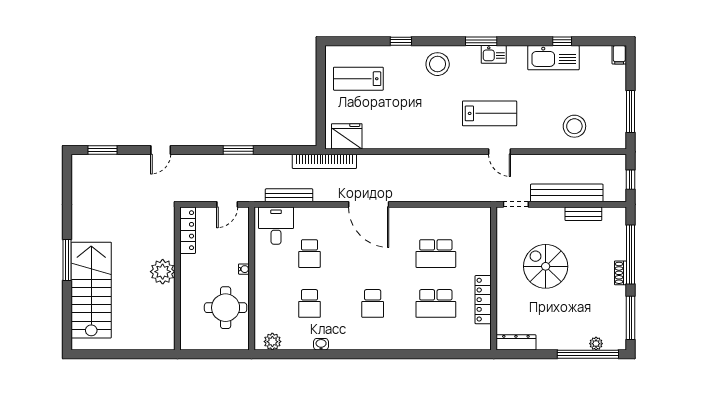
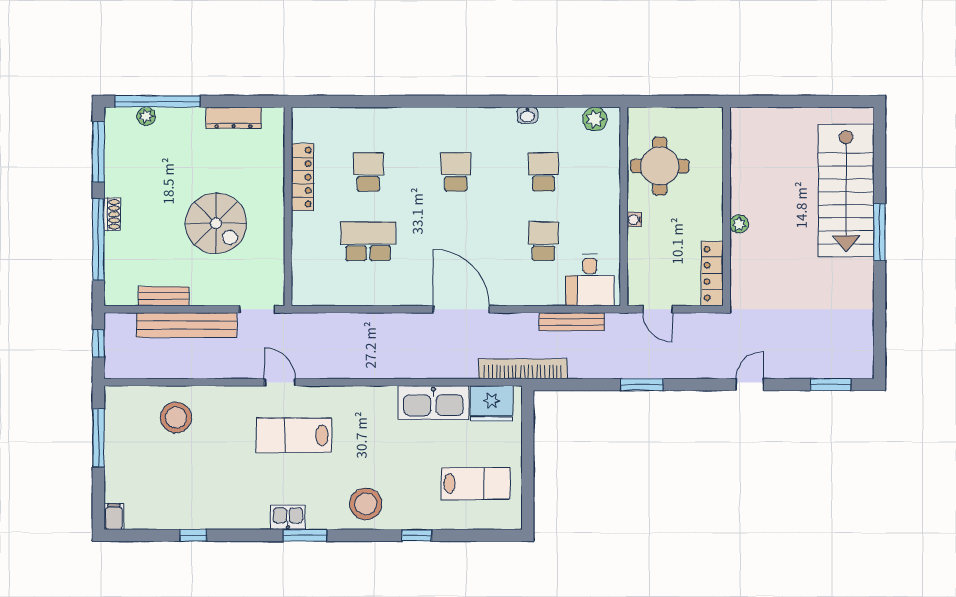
kitchen sink: (553, 58) -> (433, 403), moved, turned 180
door: (227, 204) -> (658, 309), swing flipped
plant: (163, 272) -> (739, 224), width x0.53, depth x0.53
school desk: (436, 303) -> (368, 172), width x0.54
dresser: (516, 342) -> (234, 118), moved

